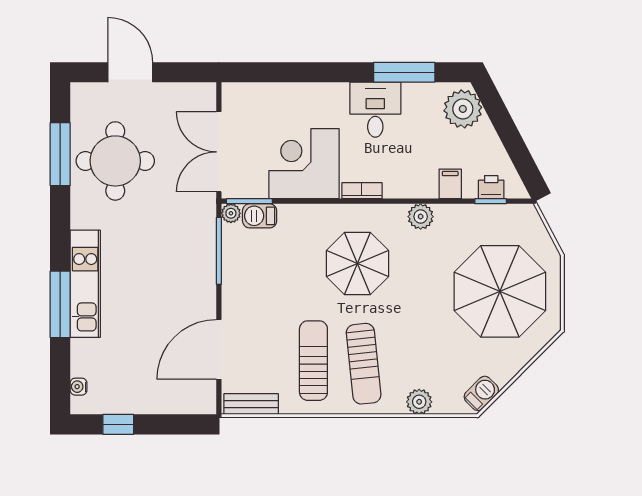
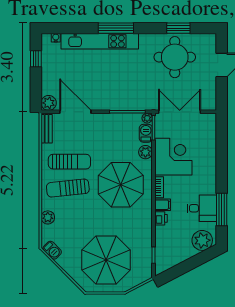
desk: (375, 110) -> (202, 208), moved
window: (60, 154) -> (178, 28), width x0.69
filing cabinet: (450, 184) -> (163, 205), moved
printer: (491, 187) -> (161, 218), moved
plant: (421, 217) -> (145, 152), moved
parasol: (357, 264) -> (121, 185), width x1.36, depth x1.36
kitchen unit: (85, 284) -> (100, 41), width x1.36
window: (60, 304) -> (116, 28), moved
plant: (202, 400) -> (49, 103), added

